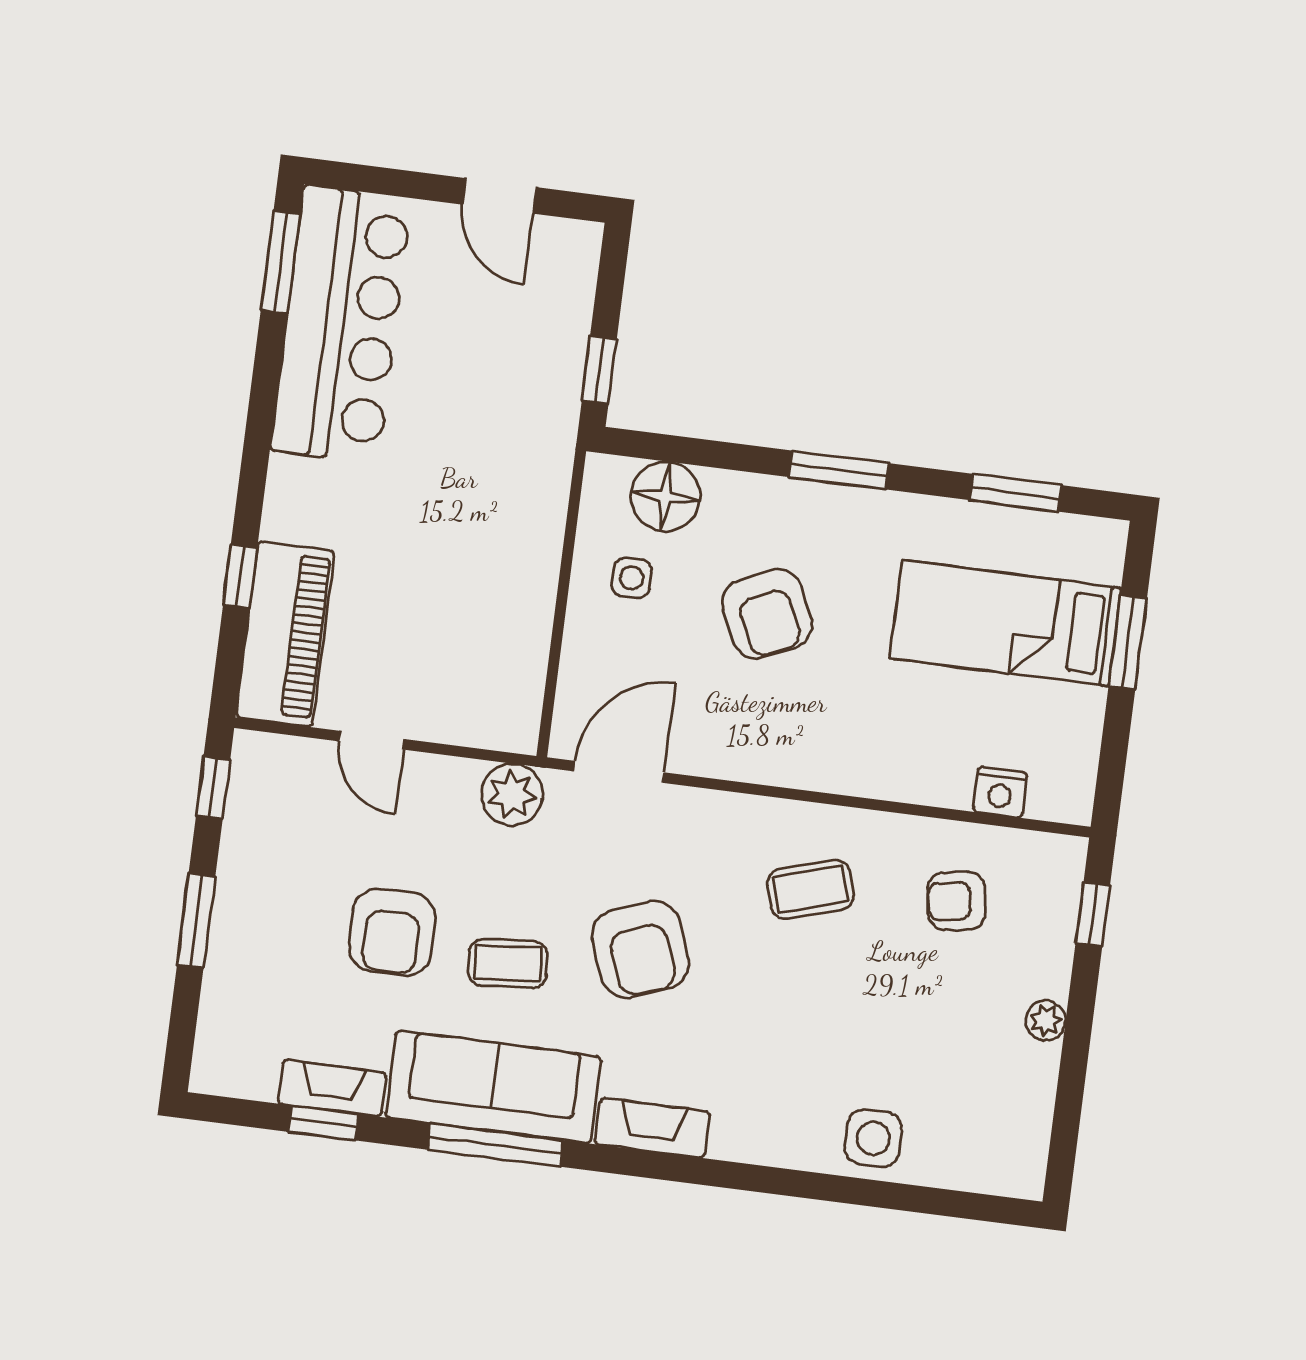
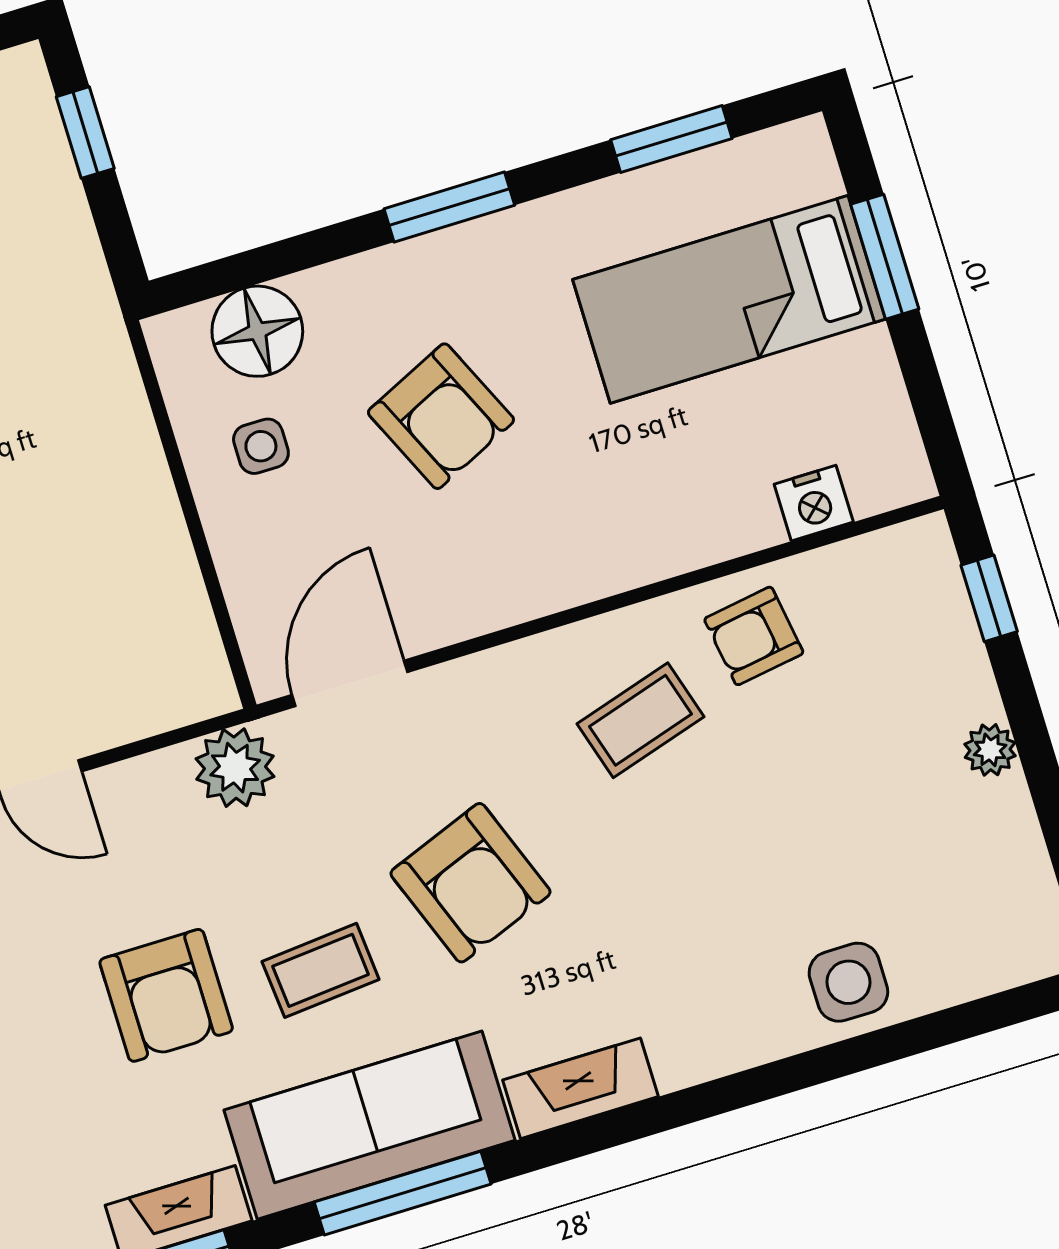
window: (599, 370) -> (85, 133), moved
armchair: (956, 901) -> (754, 636), moved

